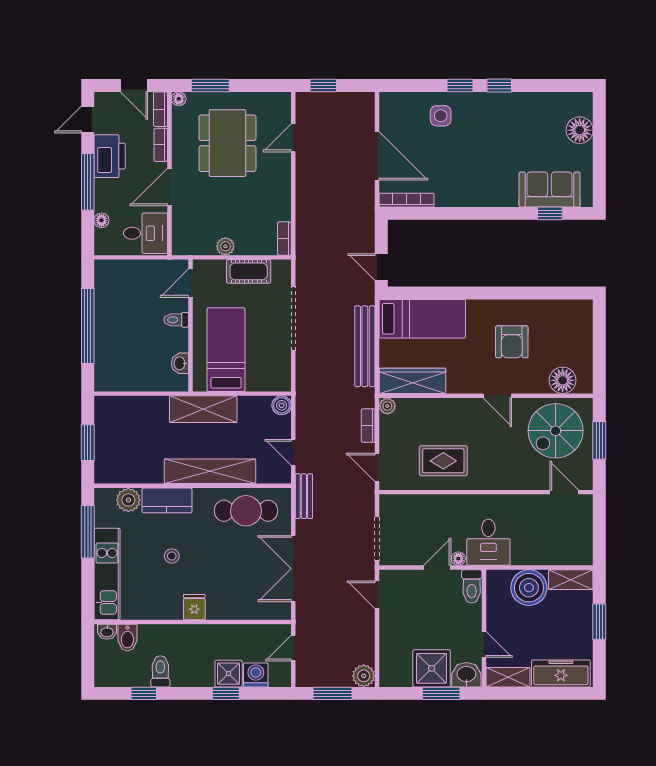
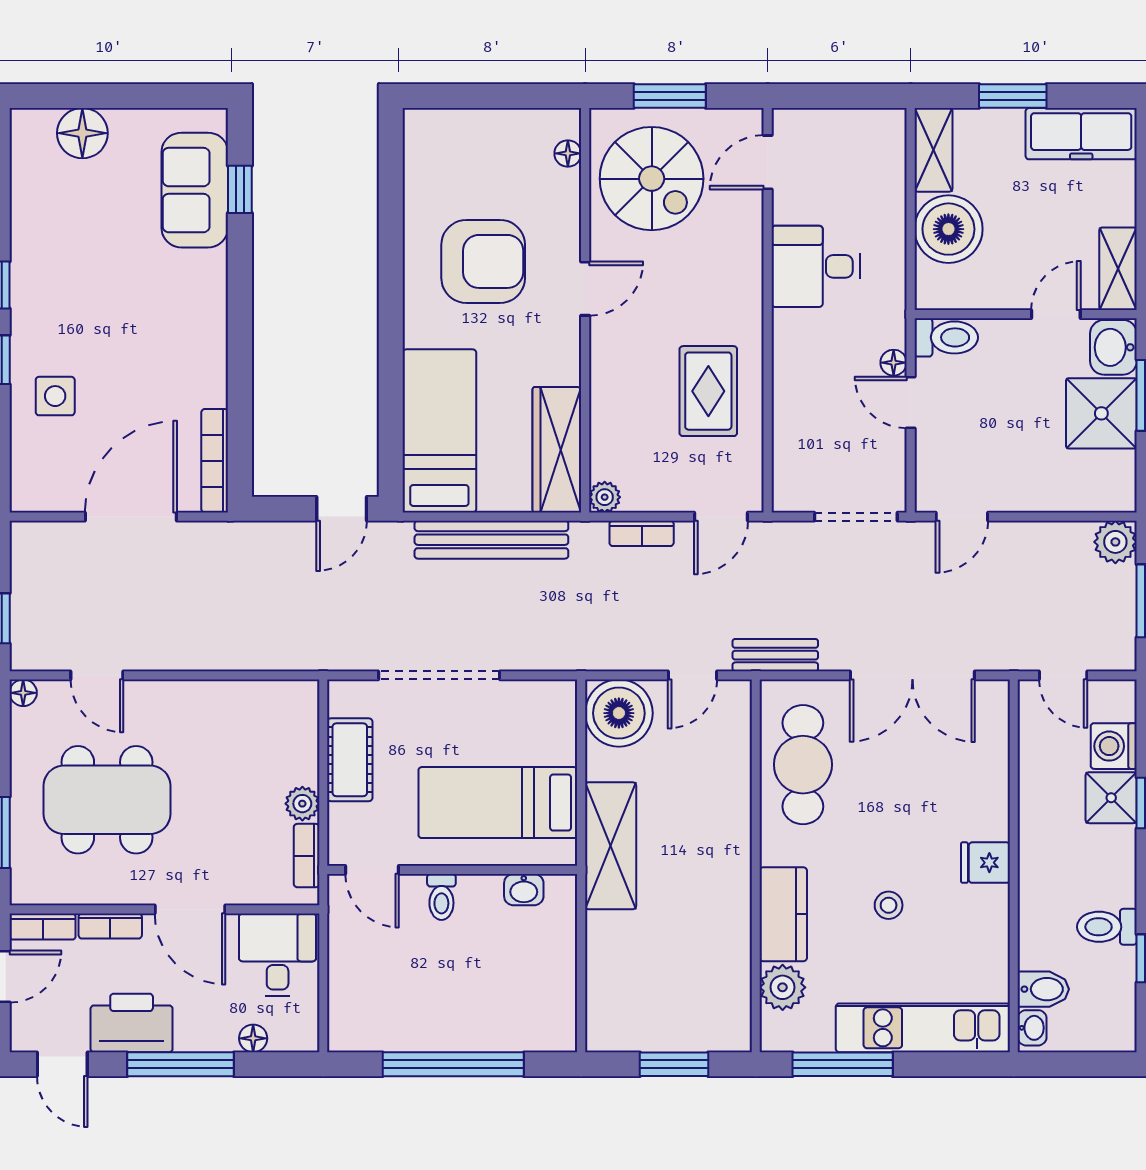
floor lamp: (179, 99) -> (23, 693), moved
bookcase: (284, 238) -> (307, 856), moved, turned 90
armchair: (512, 342) -> (483, 261), width x1.36, depth x1.36
floor lamp: (563, 380) -> (568, 153), width x0.53, depth x0.53
boiler: (282, 405) -> (619, 713), width x1.86, depth x1.86
shelving: (210, 471) -> (728, 833), removed
desk: (488, 542) -> (816, 266), moved, turned 180
freezer: (561, 673) -> (1081, 134), moved, turned -90

